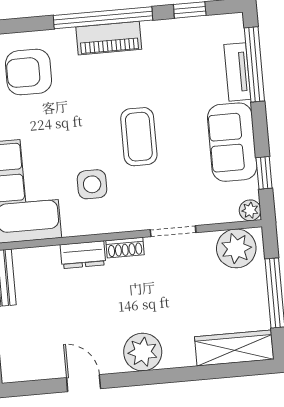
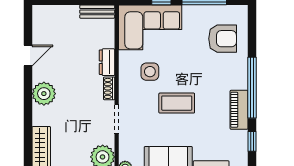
piano: (109, 38) -> (239, 110), moved
armchair: (29, 72) -> (223, 39), turned 90

